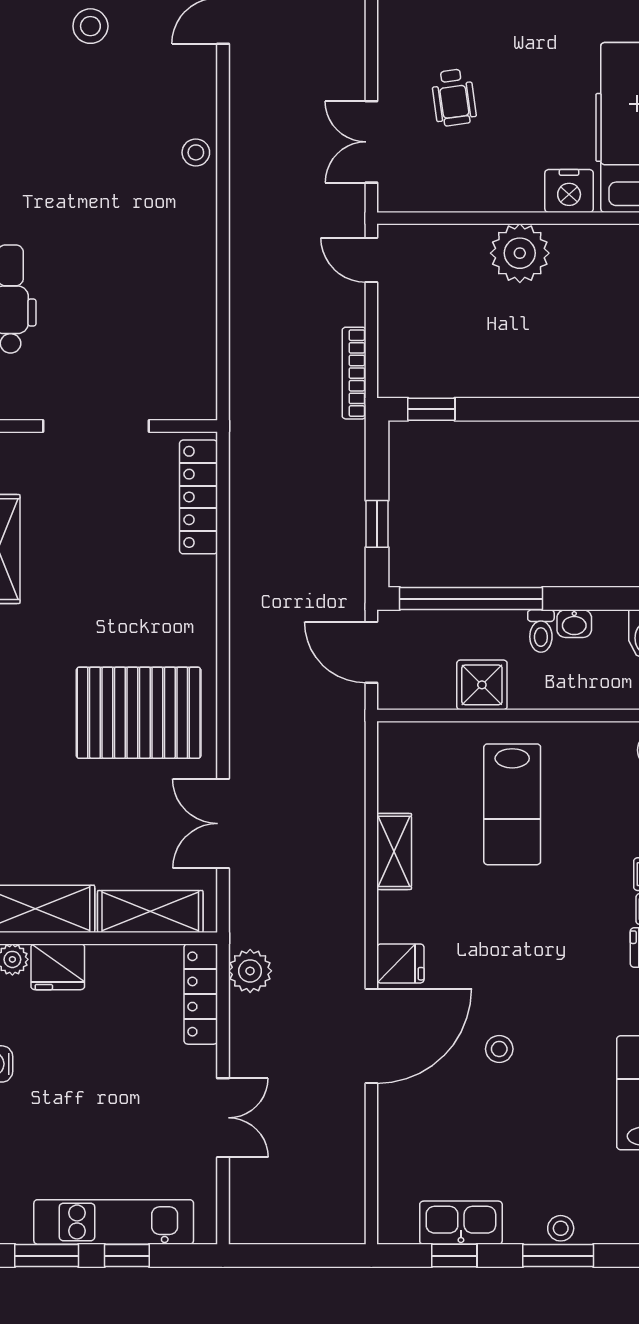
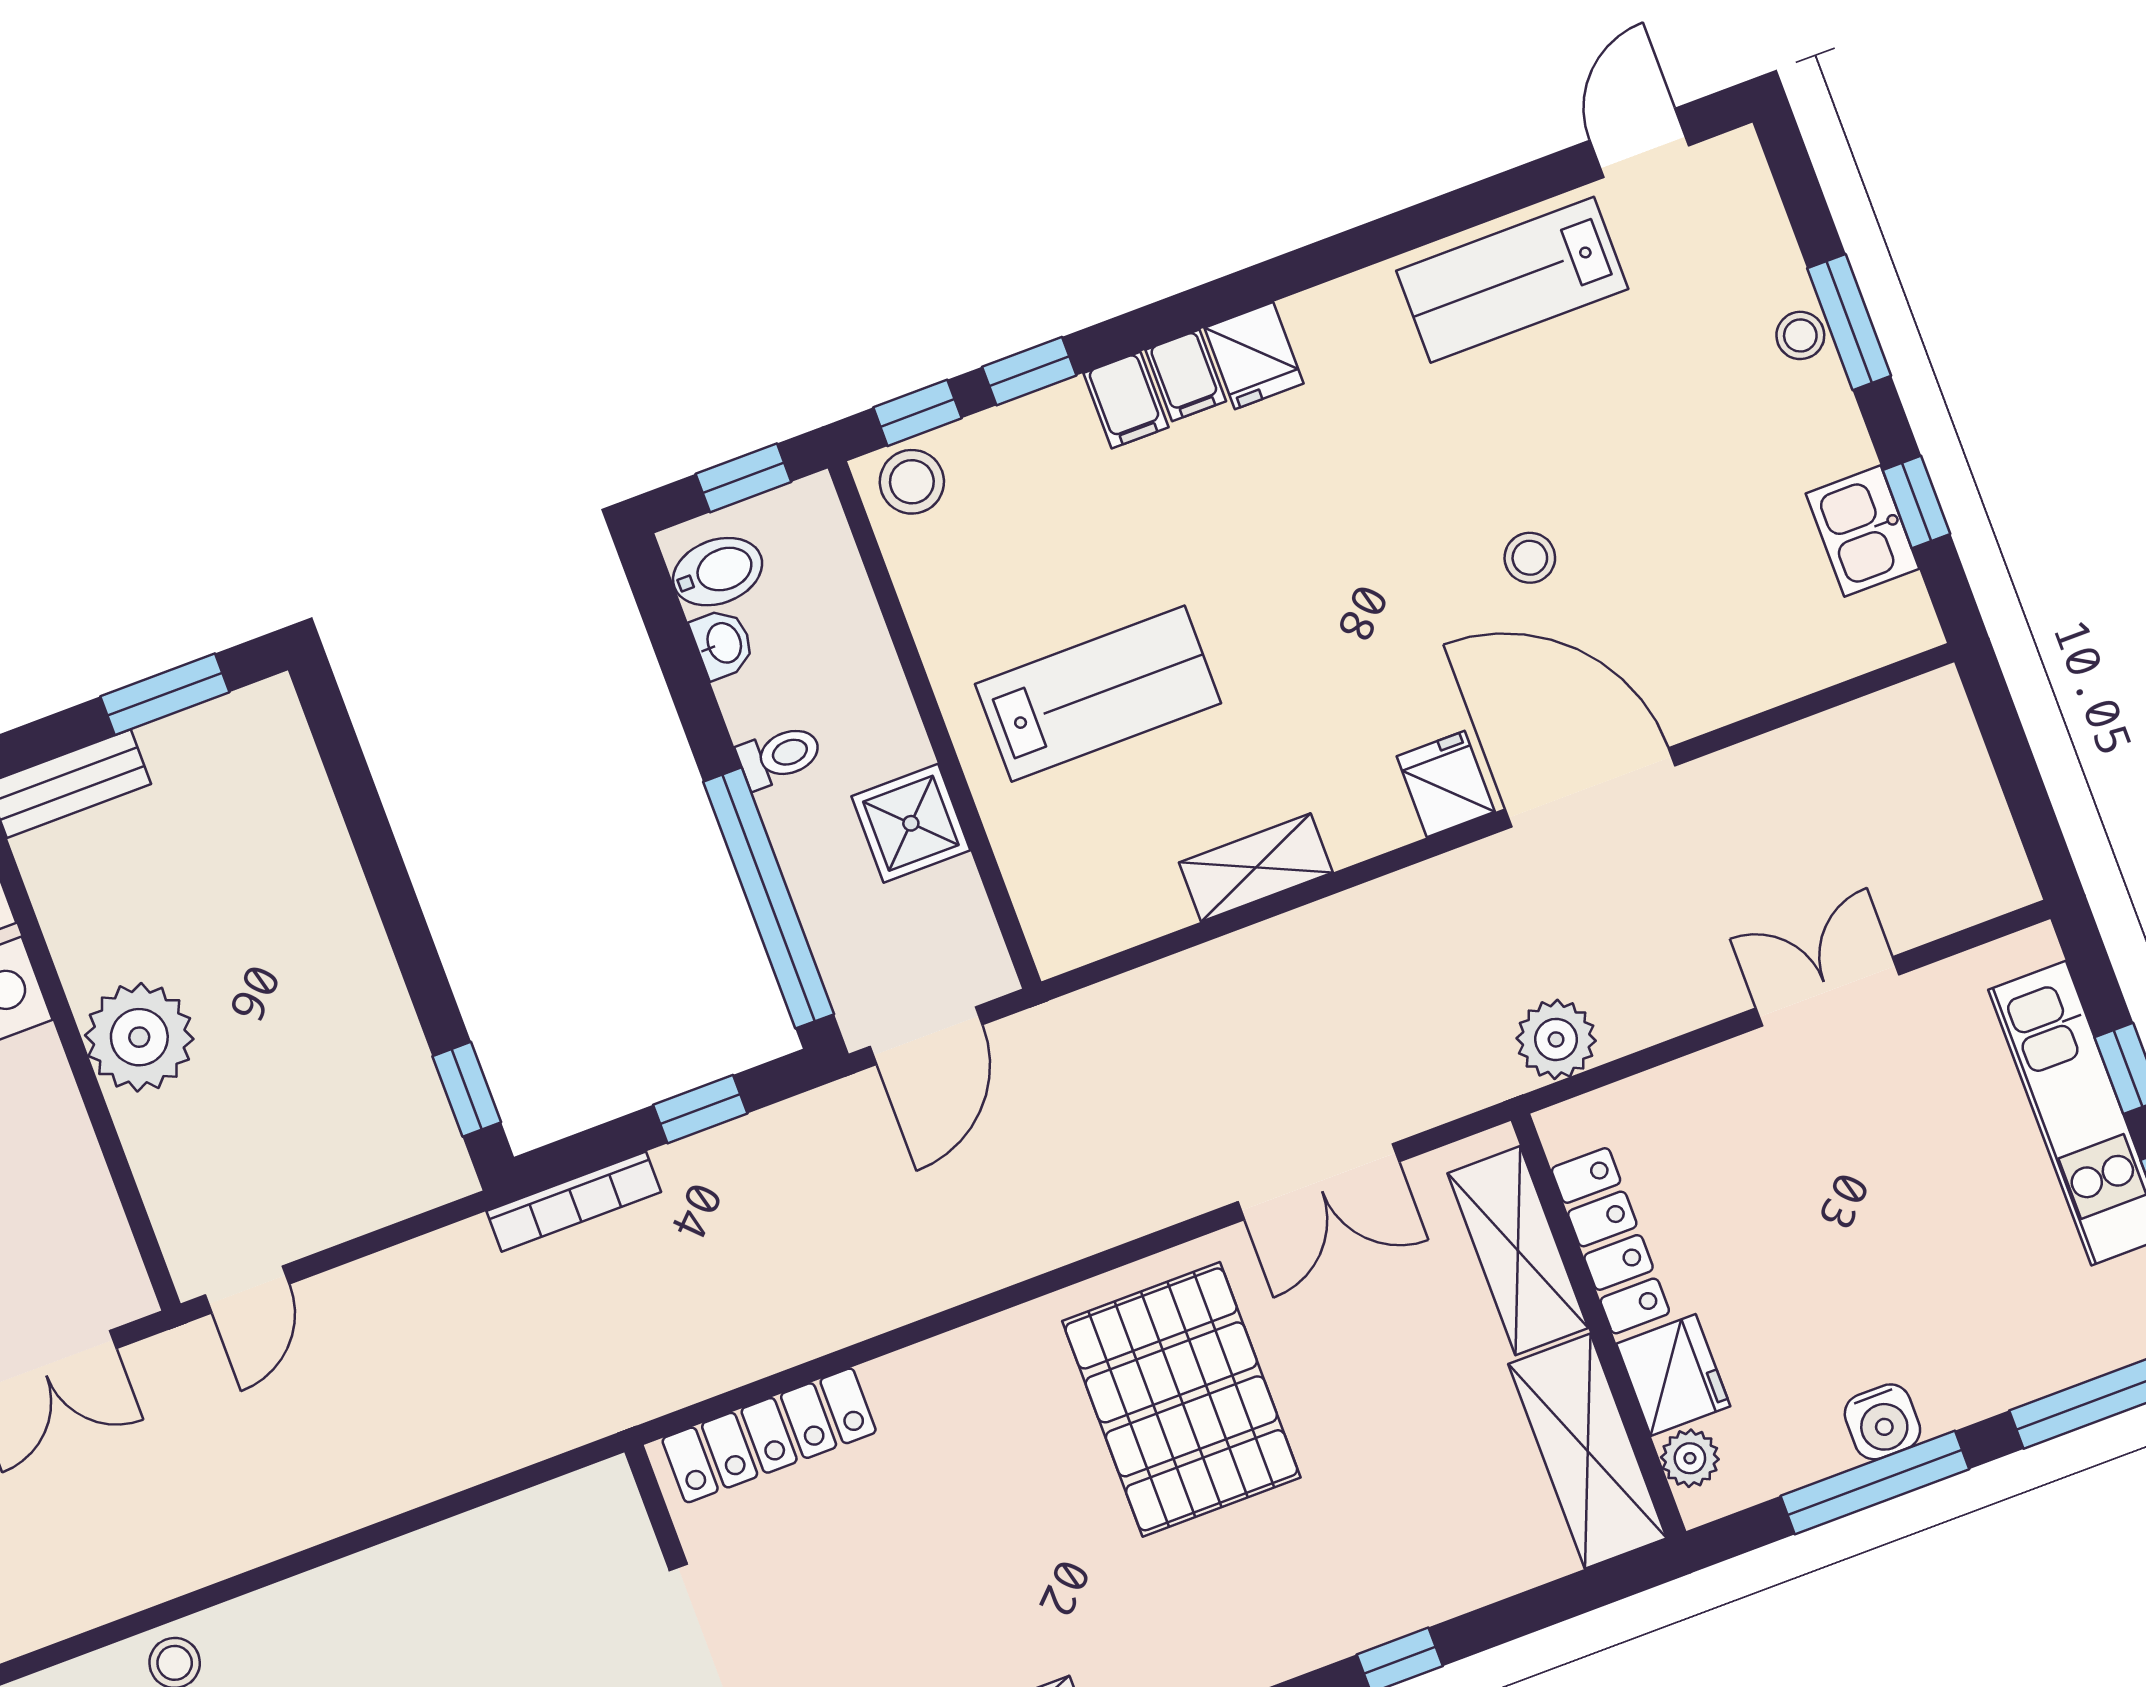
bookcase: (354, 373) -> (574, 1202), moved
washbasin: (574, 624) -> (723, 643), moved
locker: (201, 994) -> (1610, 1241), moved, turned -90
kitchen sink: (461, 1223) -> (1862, 531), width x0.73

